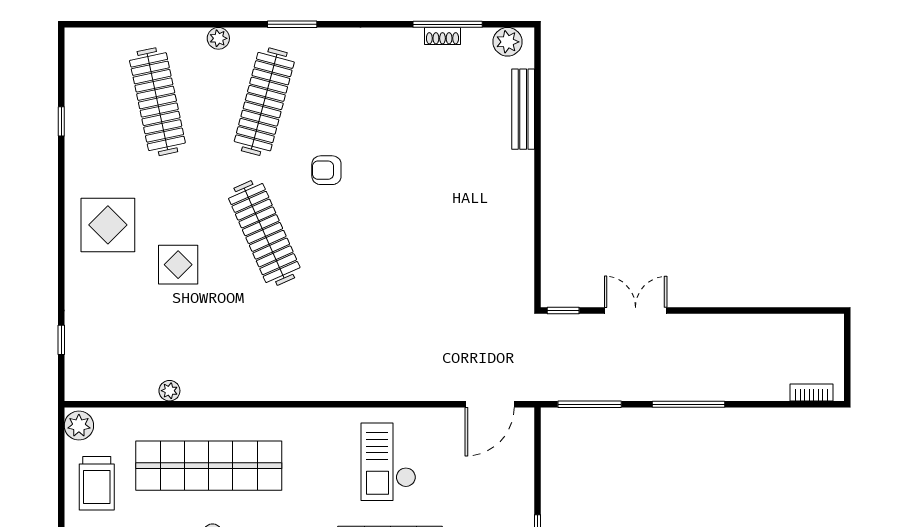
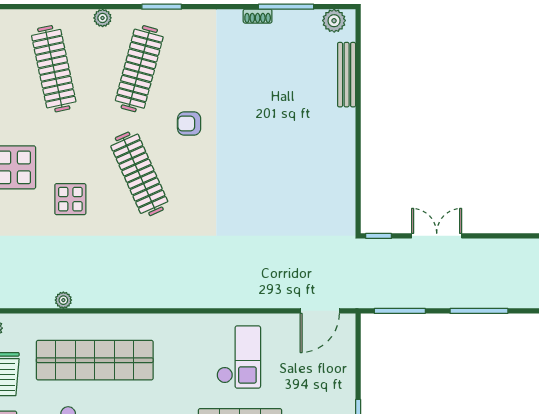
shoe rack: (442, 36) -> (258, 16), moved
checkout: (388, 462) -> (239, 357), turned 180

